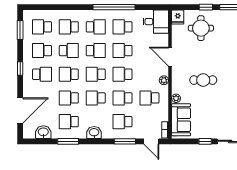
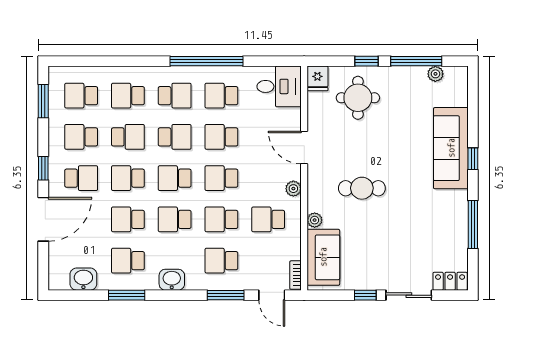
door: (20, 110) -> (43, 219), moved

